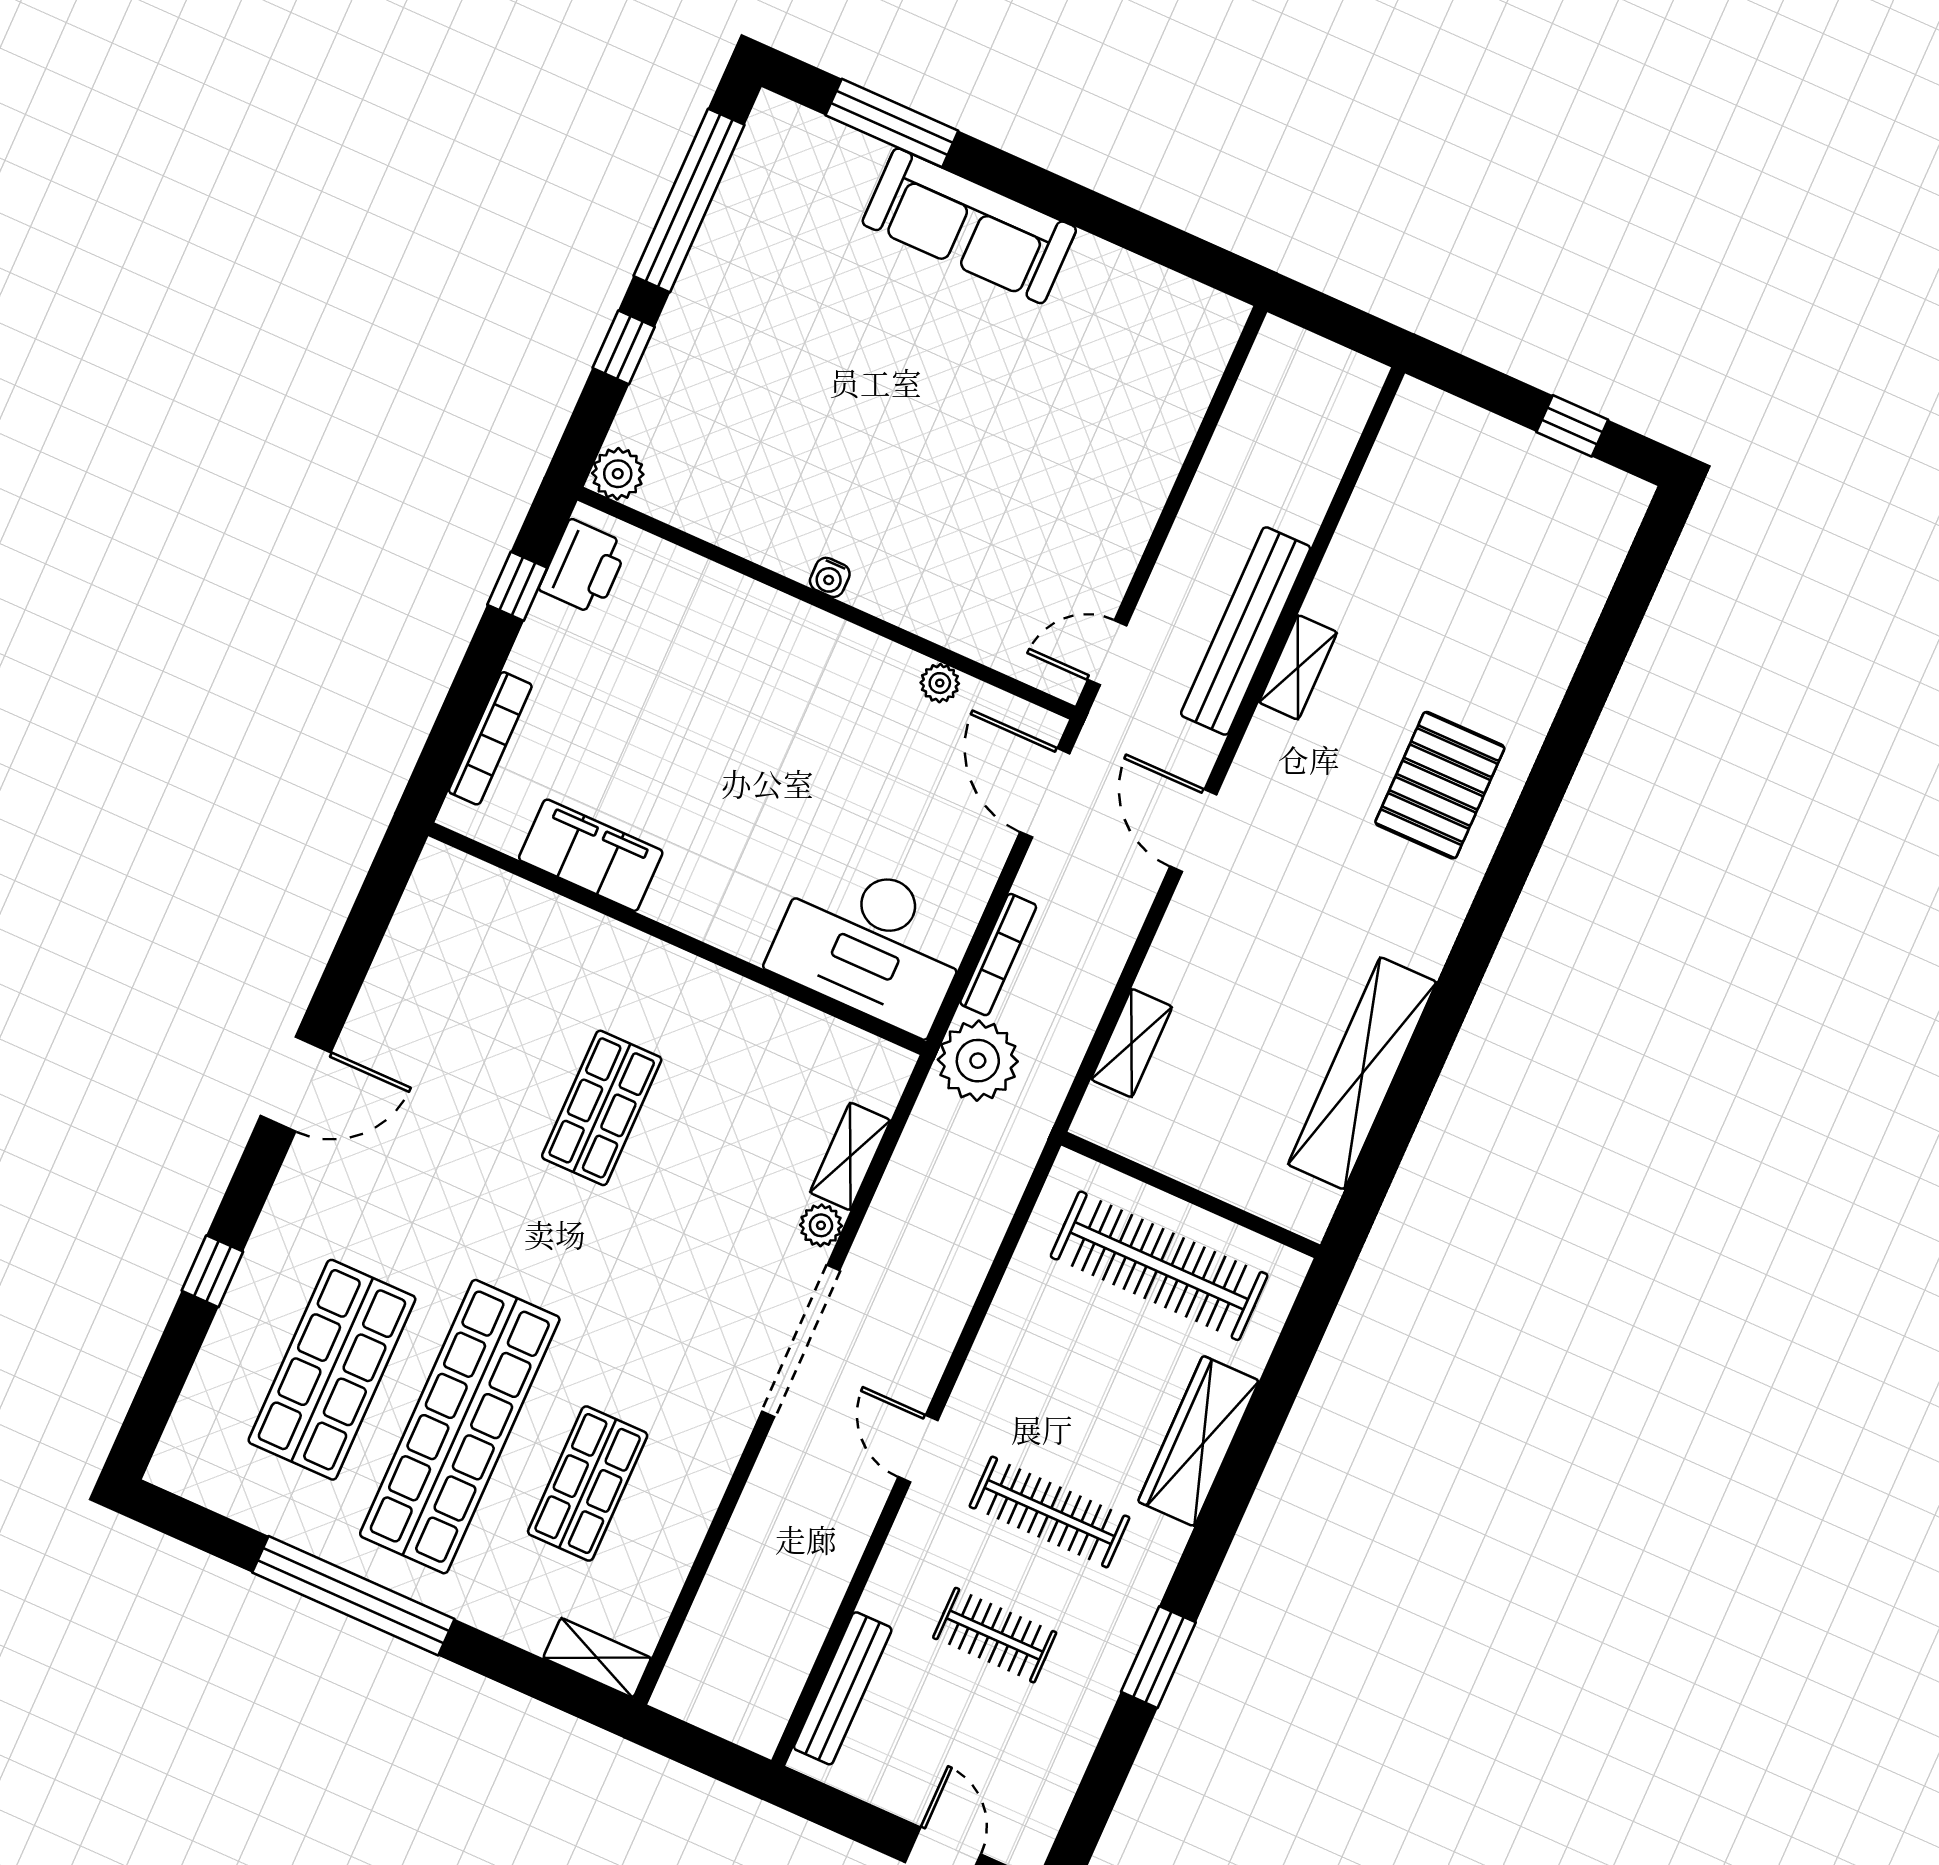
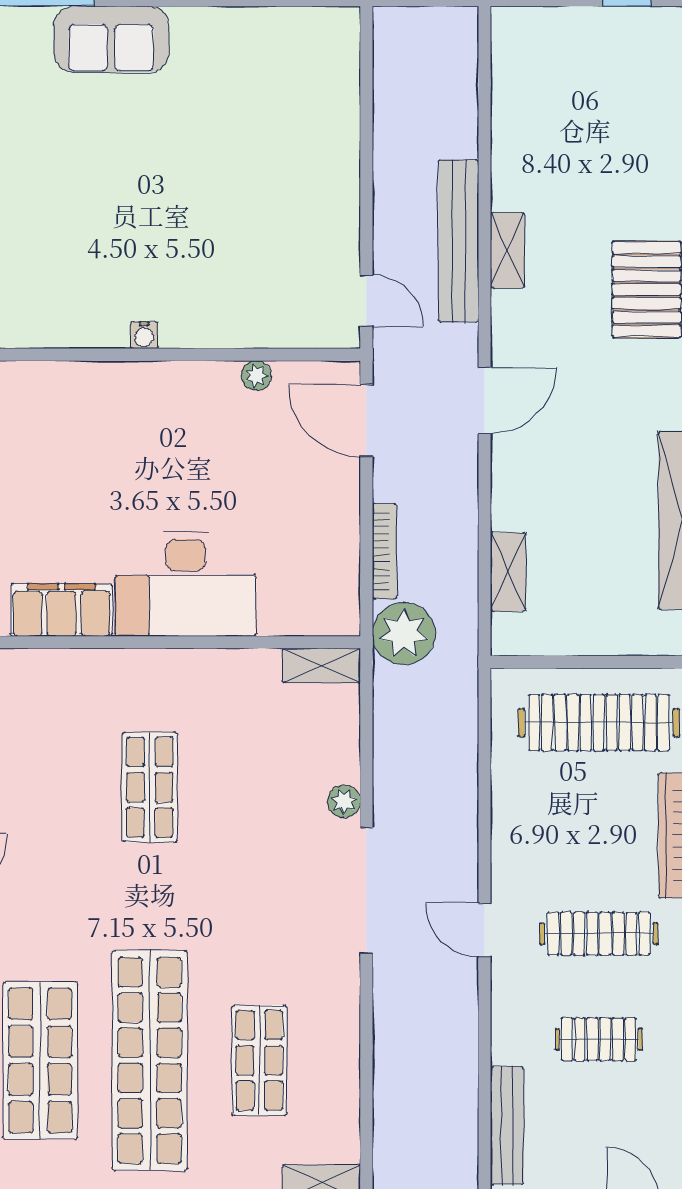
sofa: (969, 226) -> (111, 39), width x0.73
door: (1107, 653) -> (366, 301), swing flipped
door: (1193, 831) -> (485, 400), swing flipped
desk: (871, 943) -> (186, 584), moved
shelving: (850, 1156) -> (322, 666), moved, turned 90

